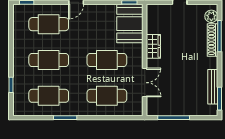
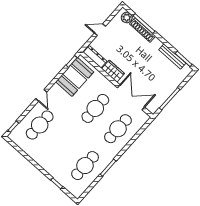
dresser: (152, 19) -> (95, 57), added
booth: (130, 24) -> (75, 77), moved, turned 90
cafe table: (49, 60) -> (62, 145), removed
double door: (145, 83) -> (131, 97), width x1.37

